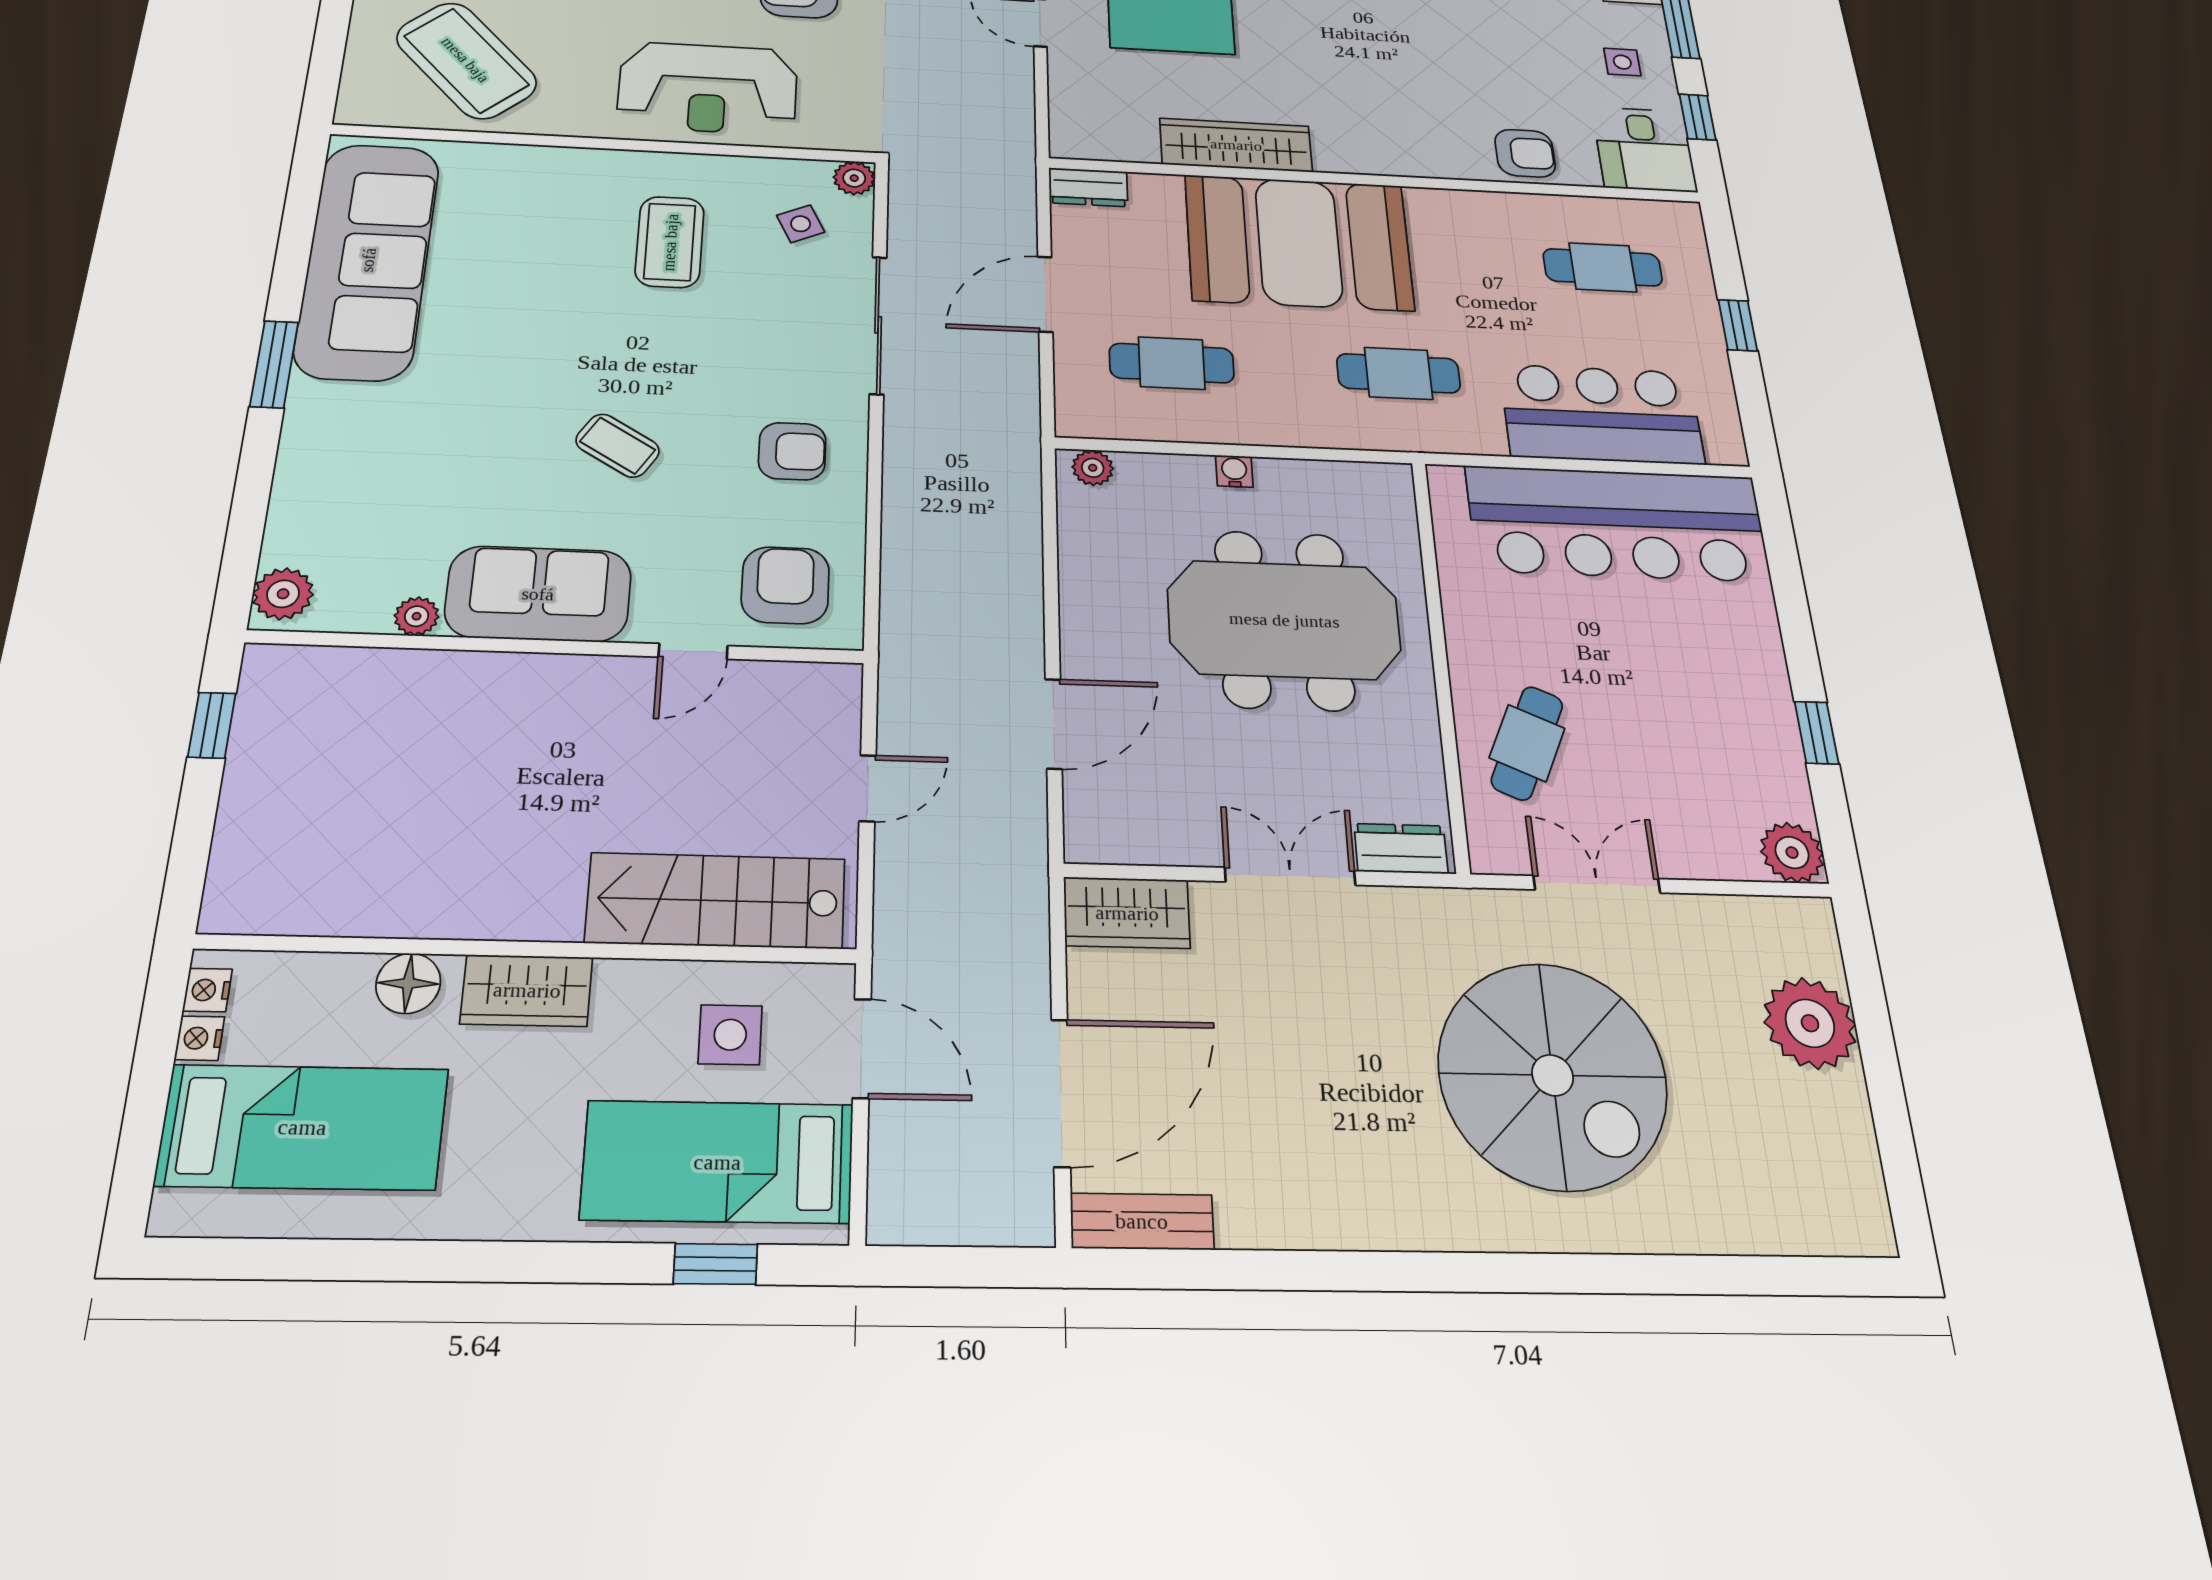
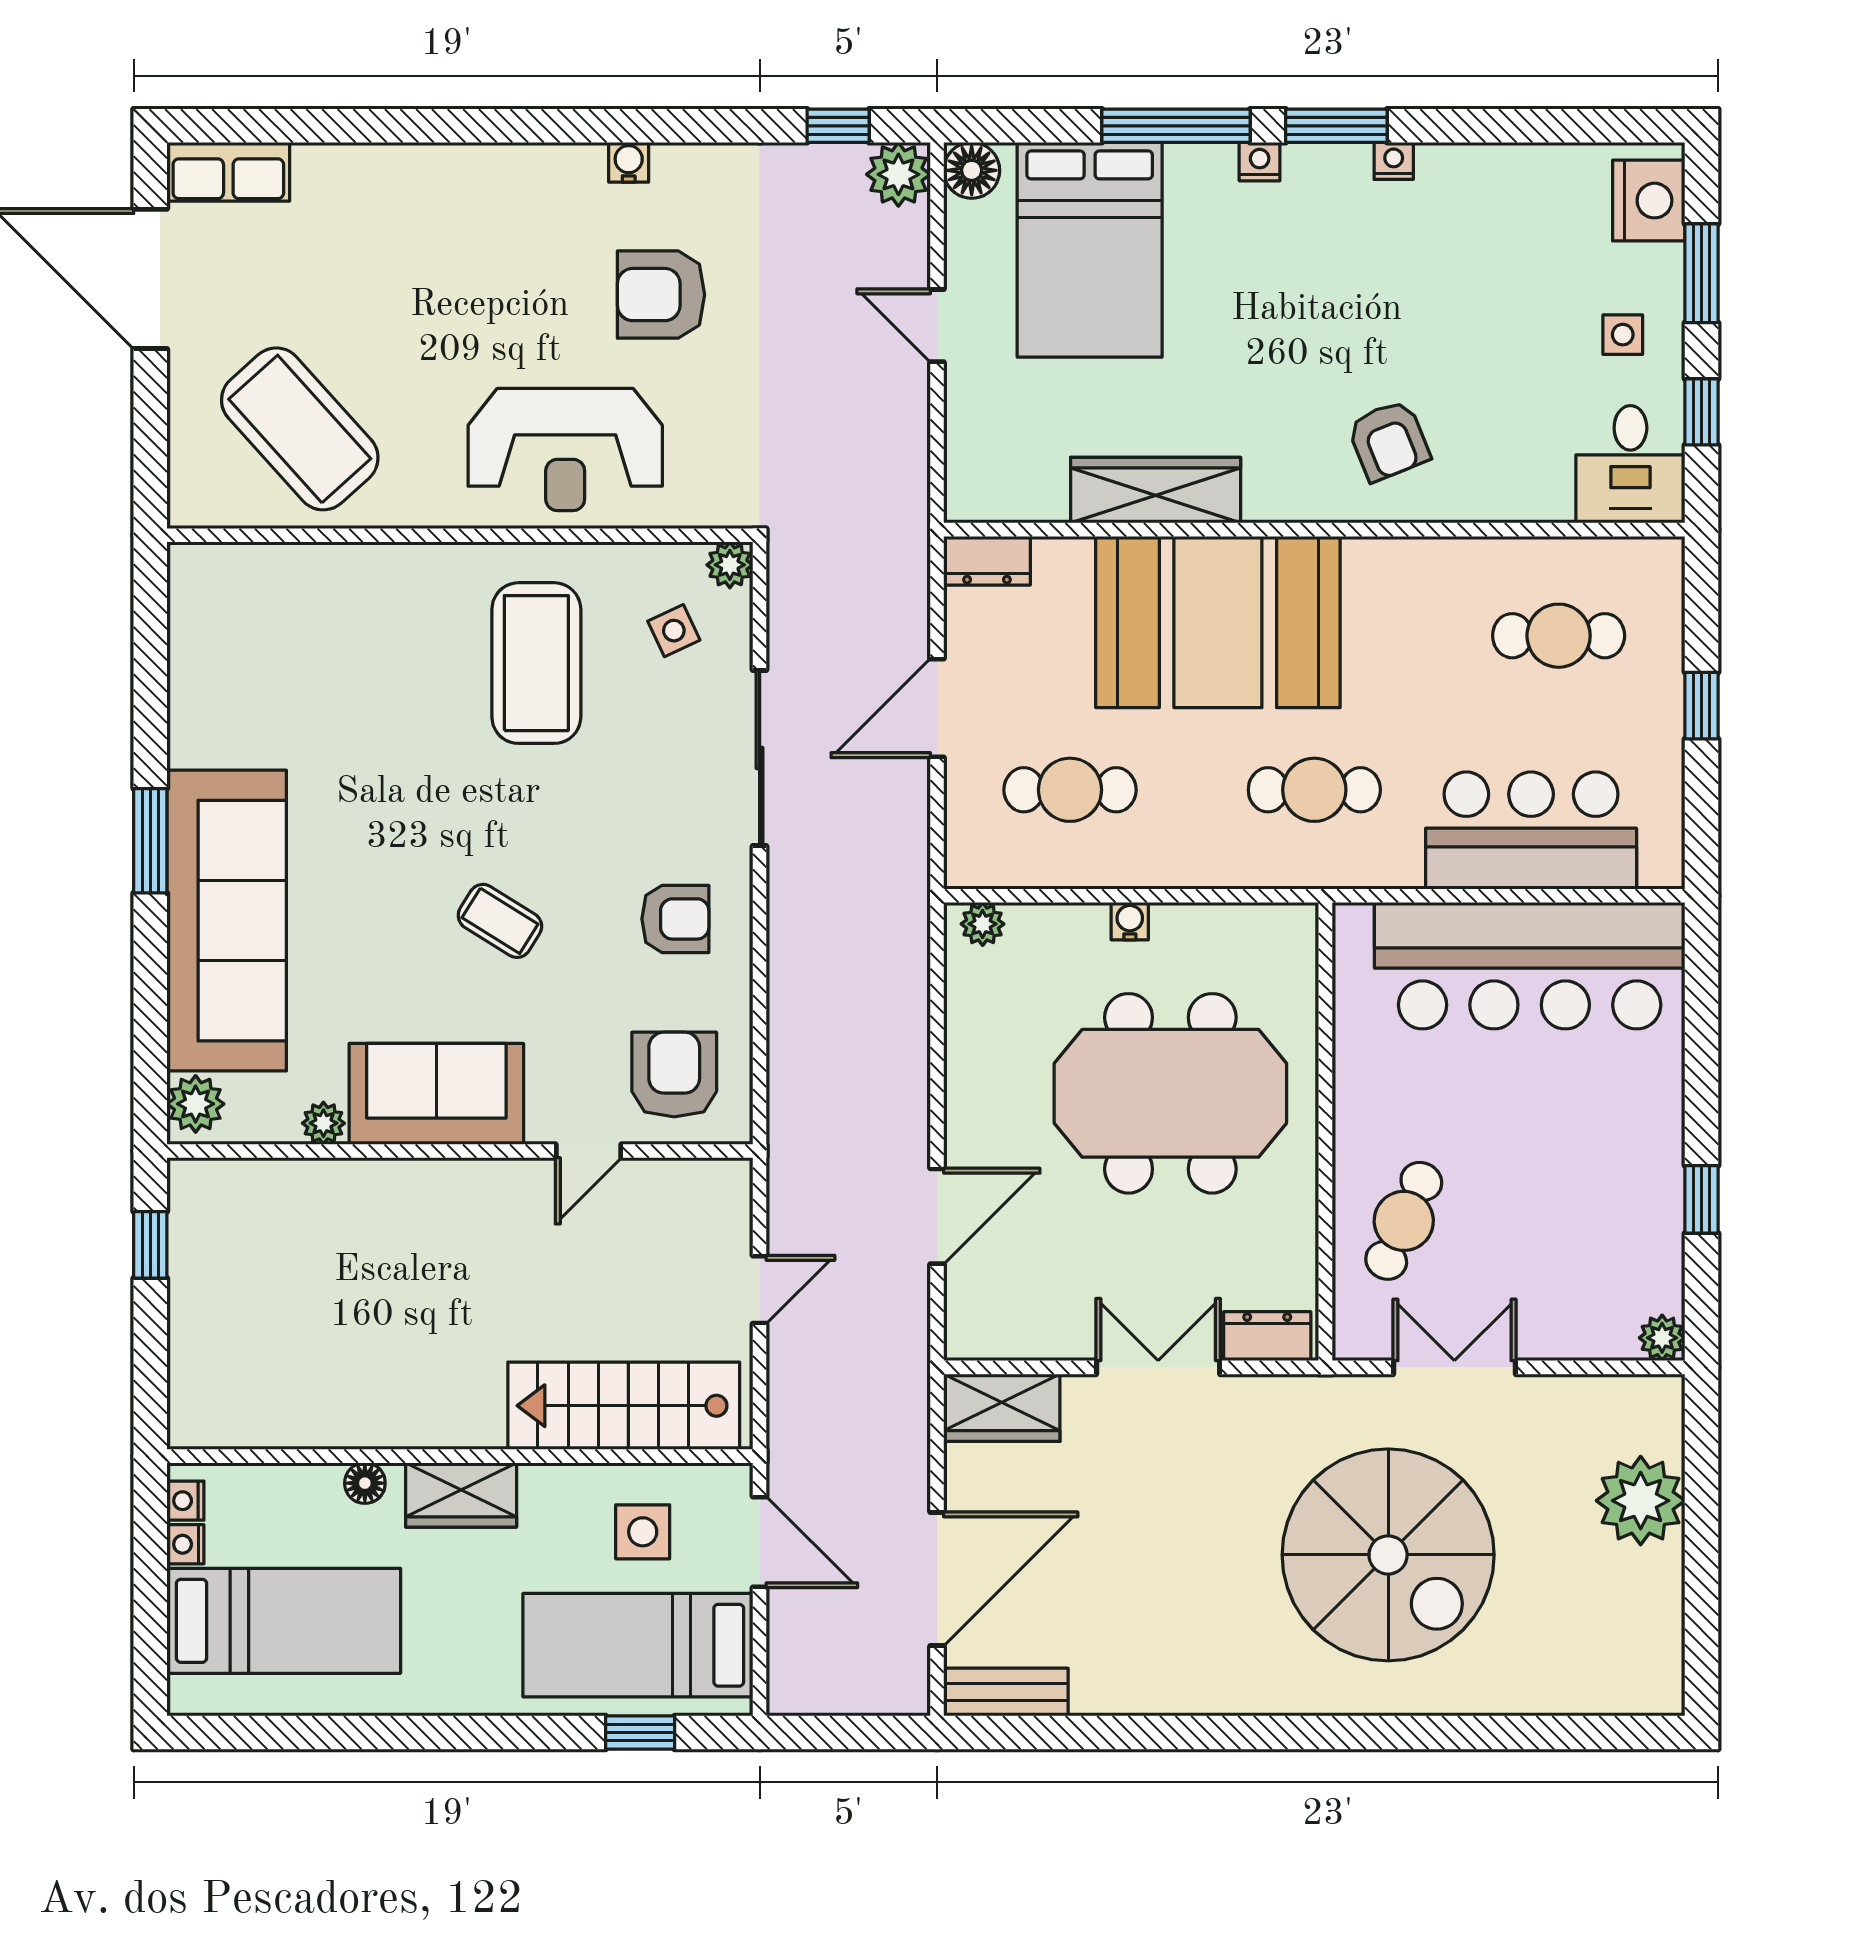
armchair: (1525, 153) -> (1389, 441), moved, turned 68
coffee table: (670, 242) -> (536, 663), width x1.36, depth x1.32
sofa: (368, 260) -> (227, 921), moved
plant: (1792, 853) -> (1662, 1338), width x0.73, depth x0.73
floor lamp: (408, 983) -> (365, 1483), width x0.73, depth x0.73

